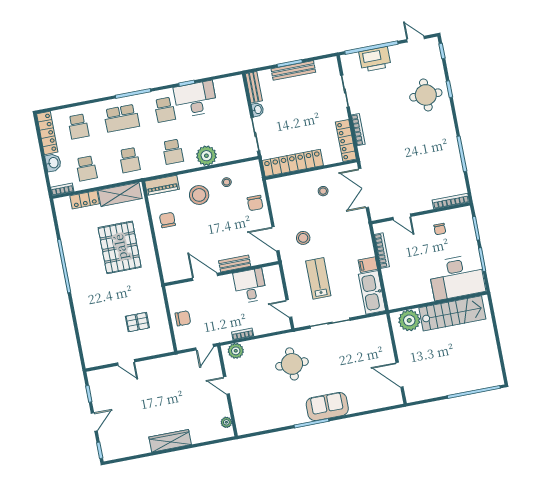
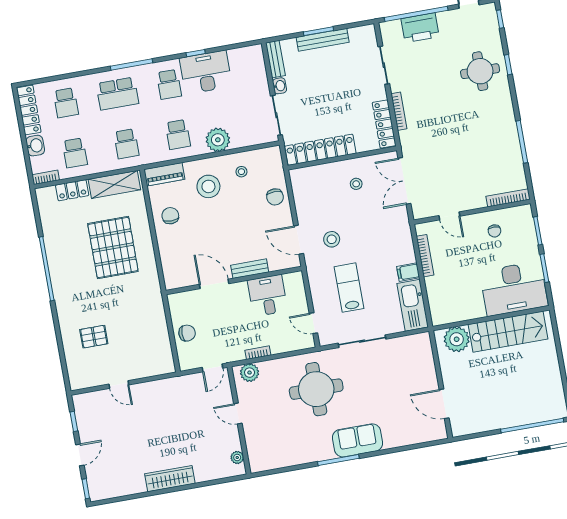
pallet: (137, 322) -> (94, 337), moved
round table: (292, 364) -> (316, 389), width x1.36, depth x1.36

